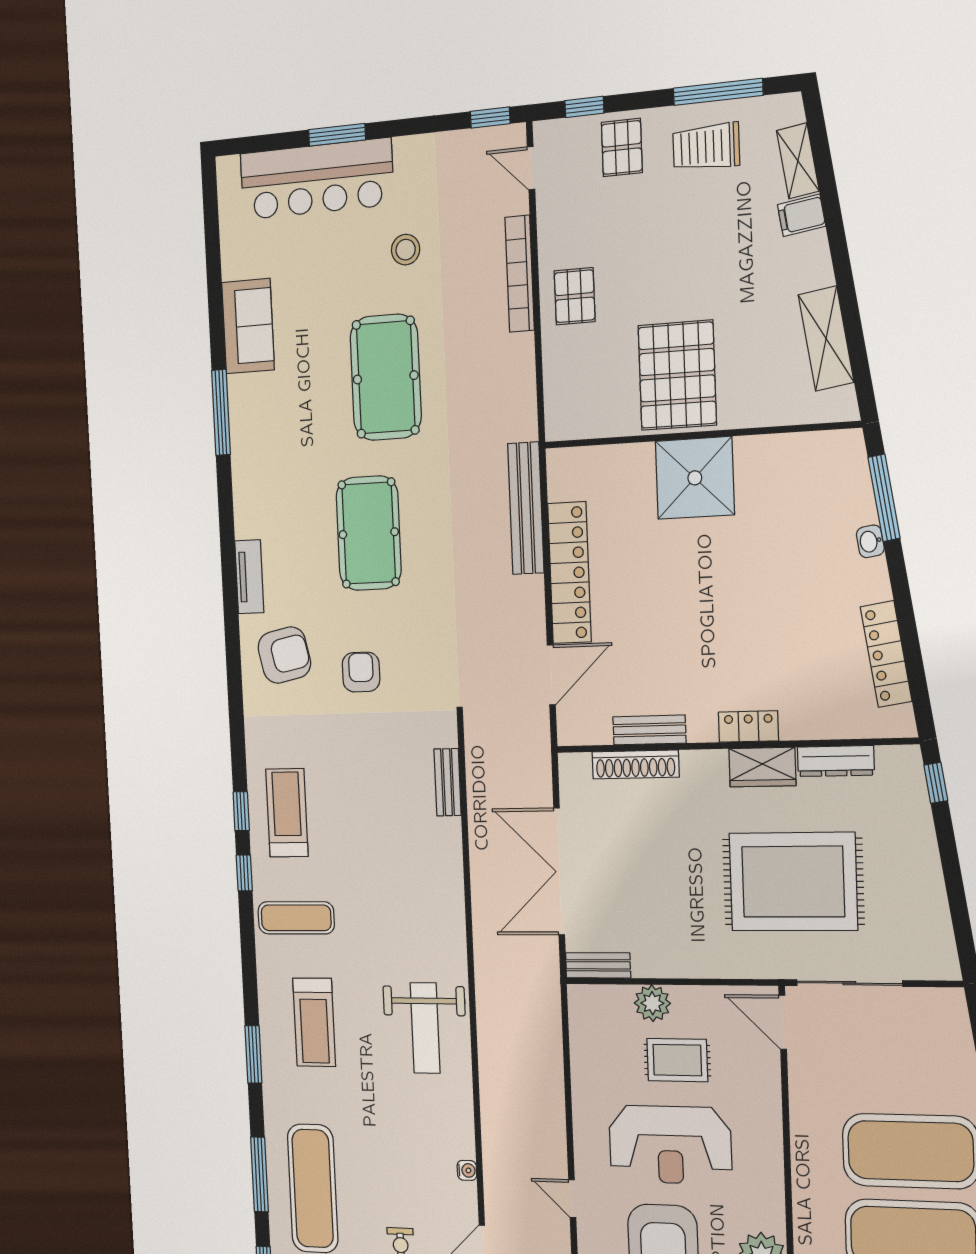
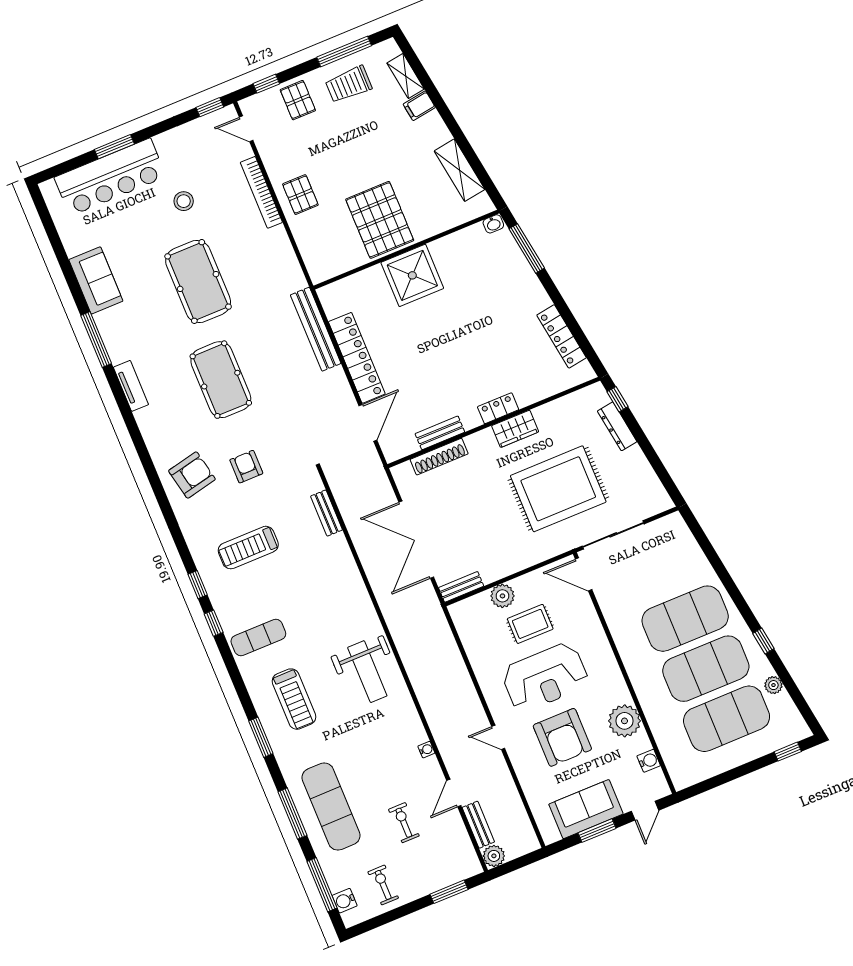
washbasin: (870, 541) -> (493, 224), moved, turned -81
tv unit: (249, 577) -> (131, 386), moved
dresser: (836, 761) -> (617, 426), moved, turned 81
treadmill: (287, 813) -> (248, 548), moved, turned -90

